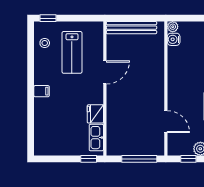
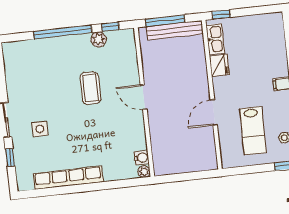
bench: (132, 28) -> (175, 30), moved
lab bench: (72, 52) -> (253, 131), turned 180
door: (166, 122) -> (144, 97), moved

